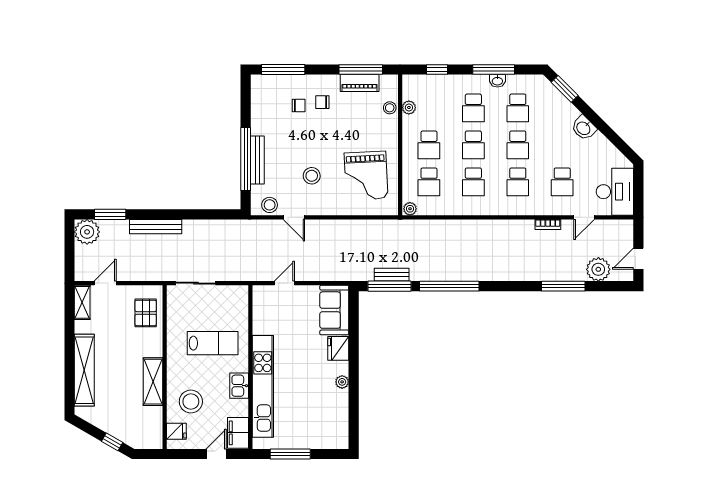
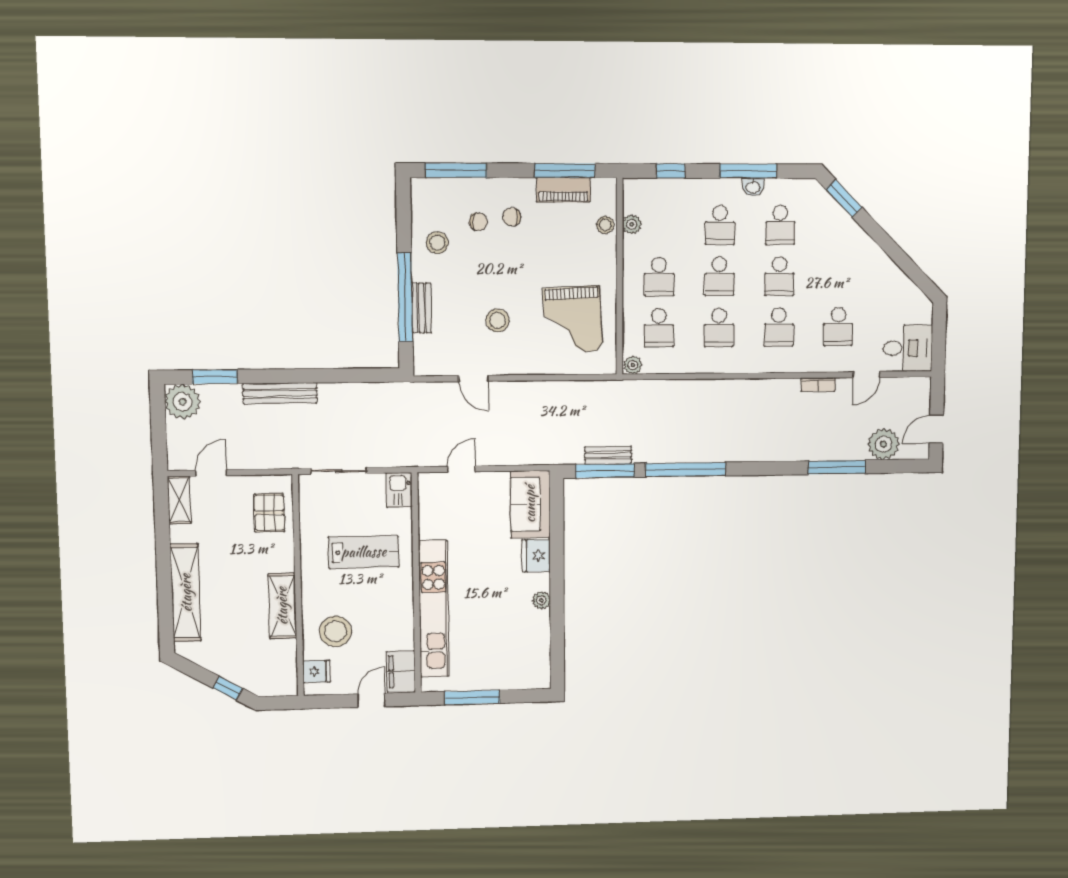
washbasin: (584, 128) -> (868, 252), removed
bench: (257, 160) -> (422, 308), width x0.73
desk: (615, 192) -> (908, 348), width x0.73
stool: (270, 205) -> (437, 243), moved
kitchen sink: (239, 386) -> (399, 490), moved

